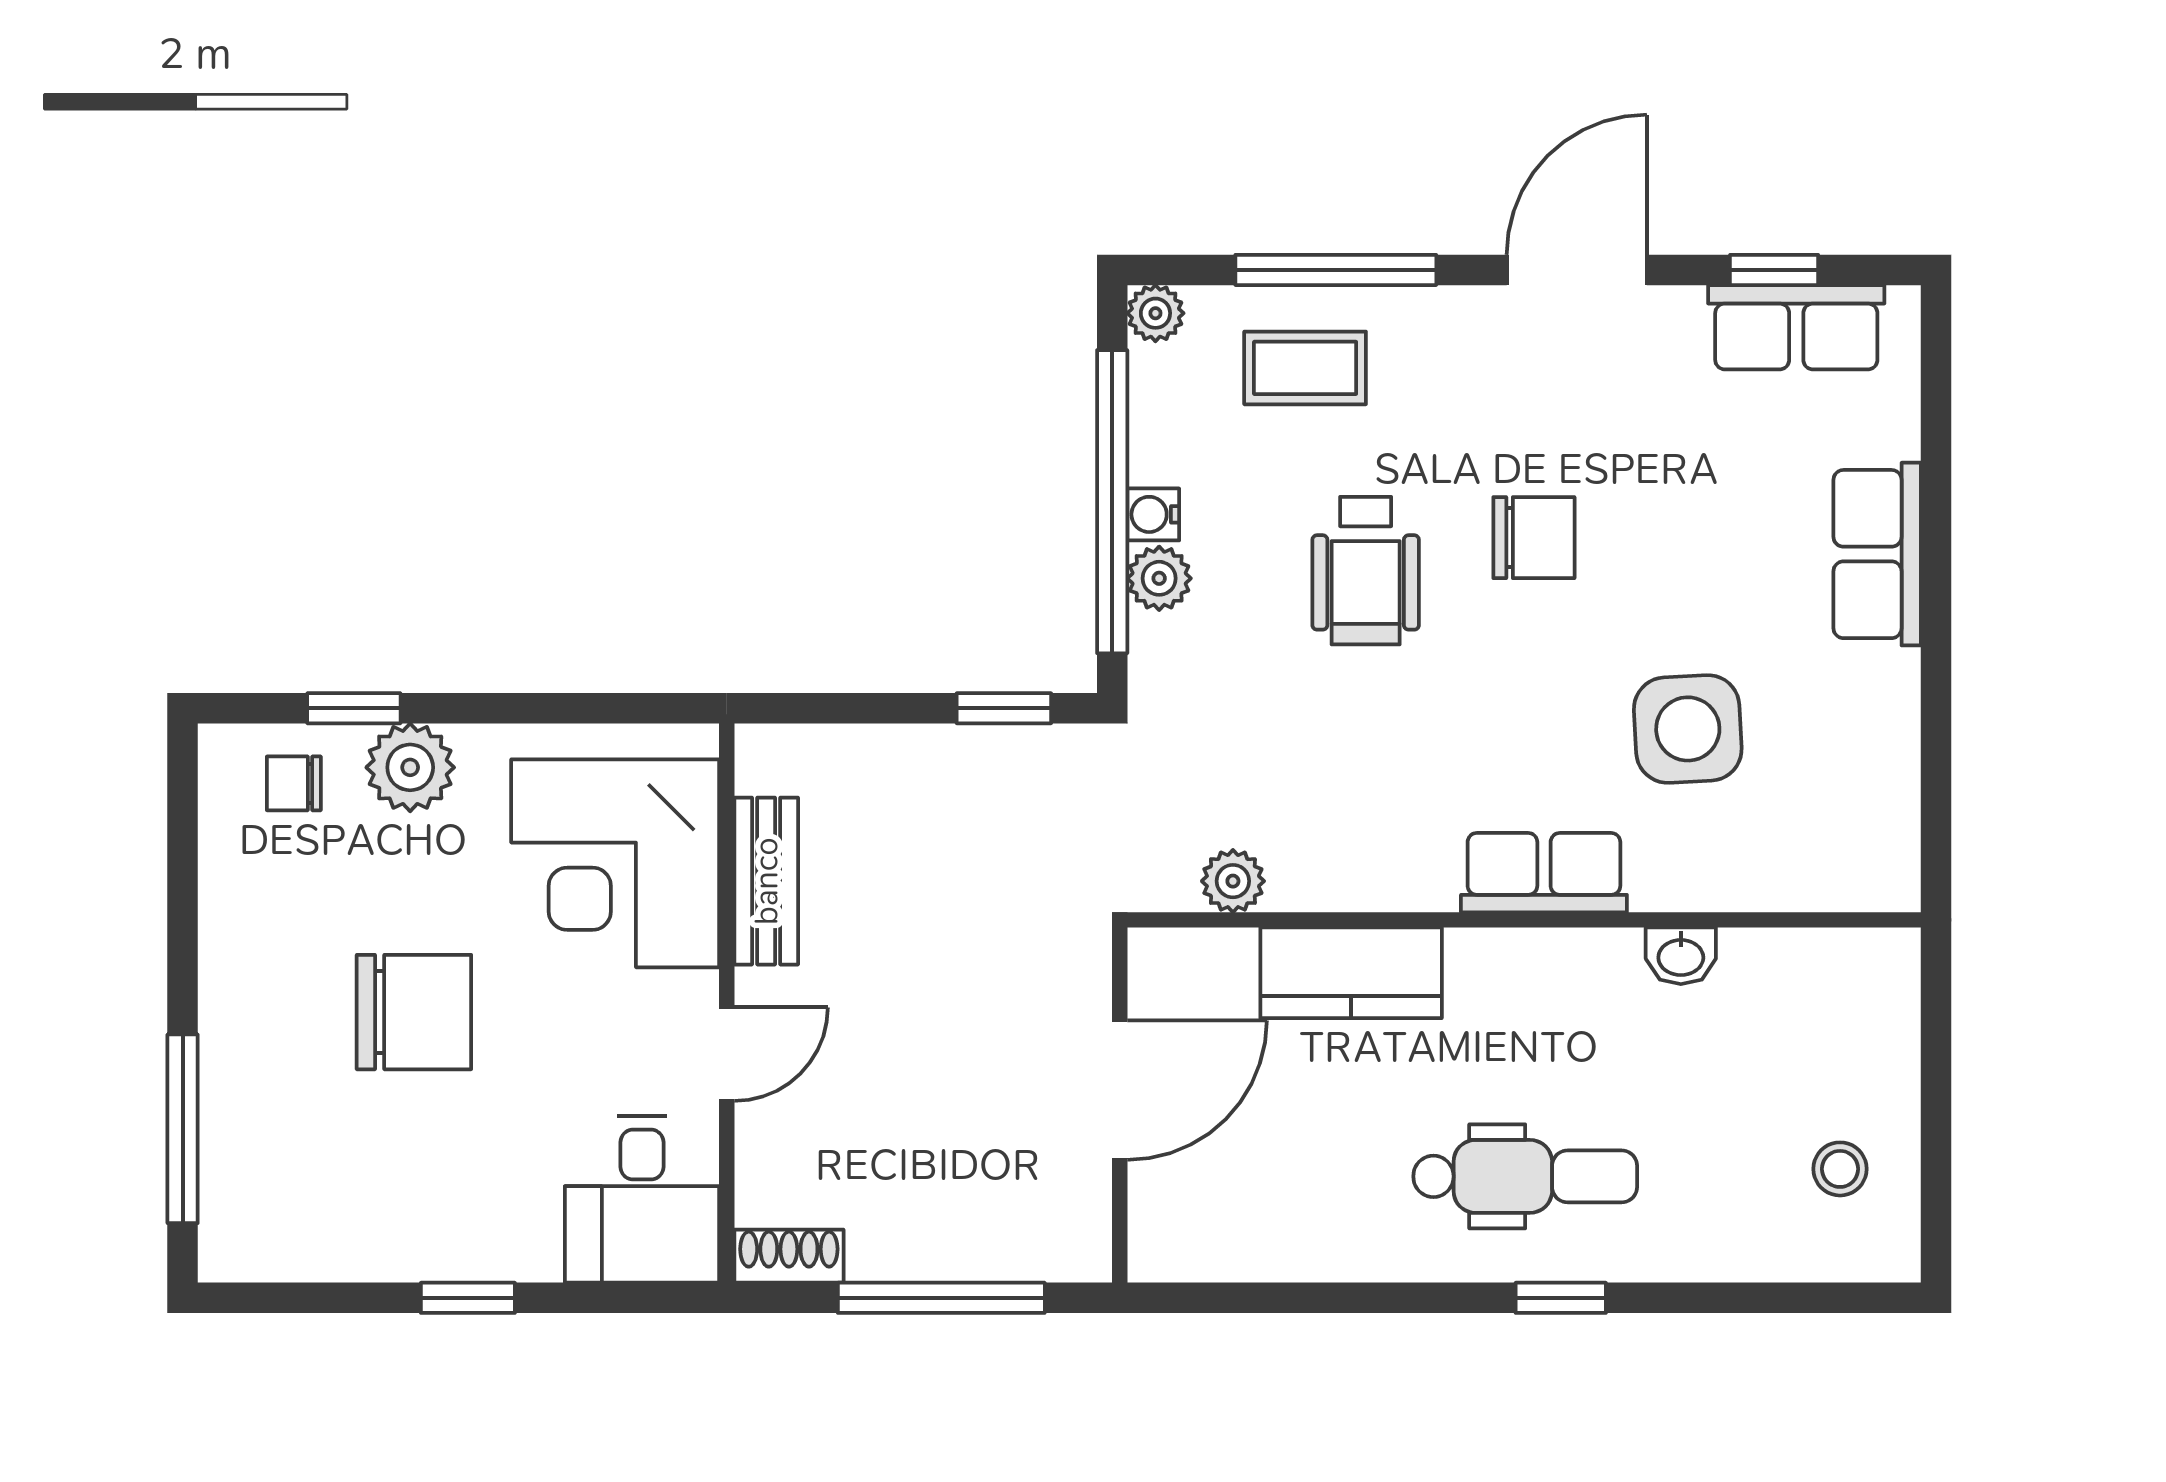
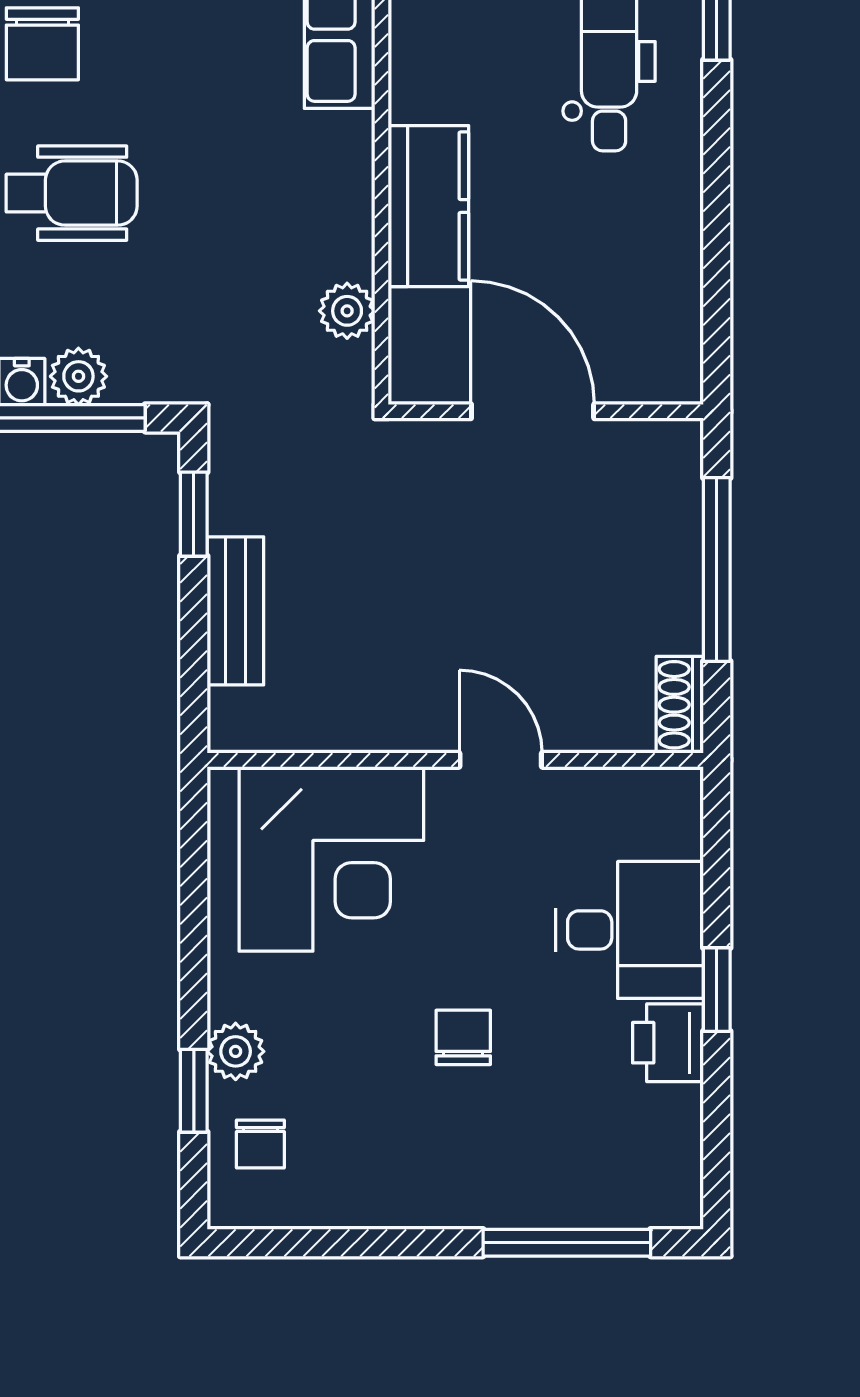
chair: (1534, 538) -> (42, 44), turned 180
plant: (410, 767) -> (236, 1051), width x0.73, depth x0.73
bench: (766, 881) -> (235, 611), moved, turned 90
chair: (414, 1012) -> (463, 1037), width x0.54, depth x0.54
desk: (642, 1199) -> (630, 930), moved
printer: (408, 1243) -> (668, 1043), added

